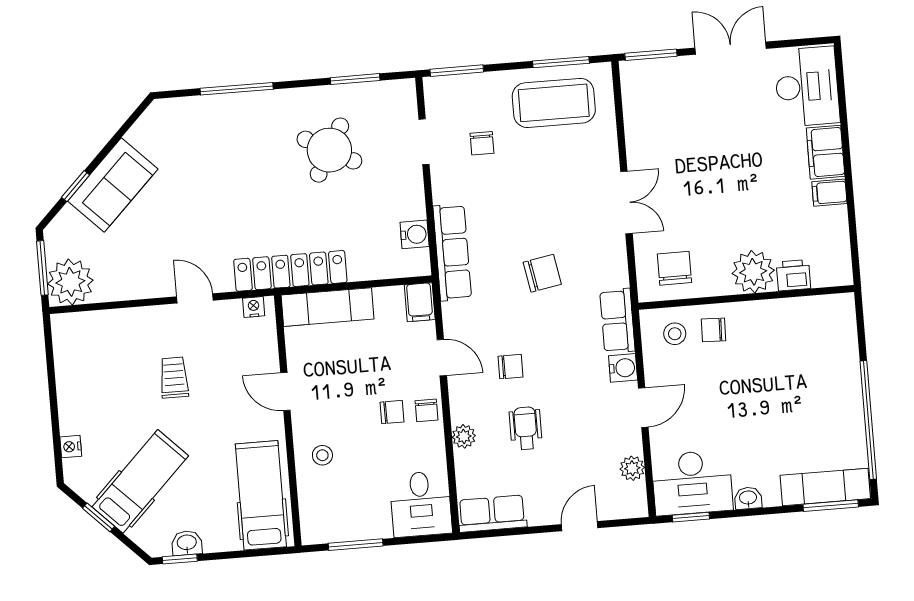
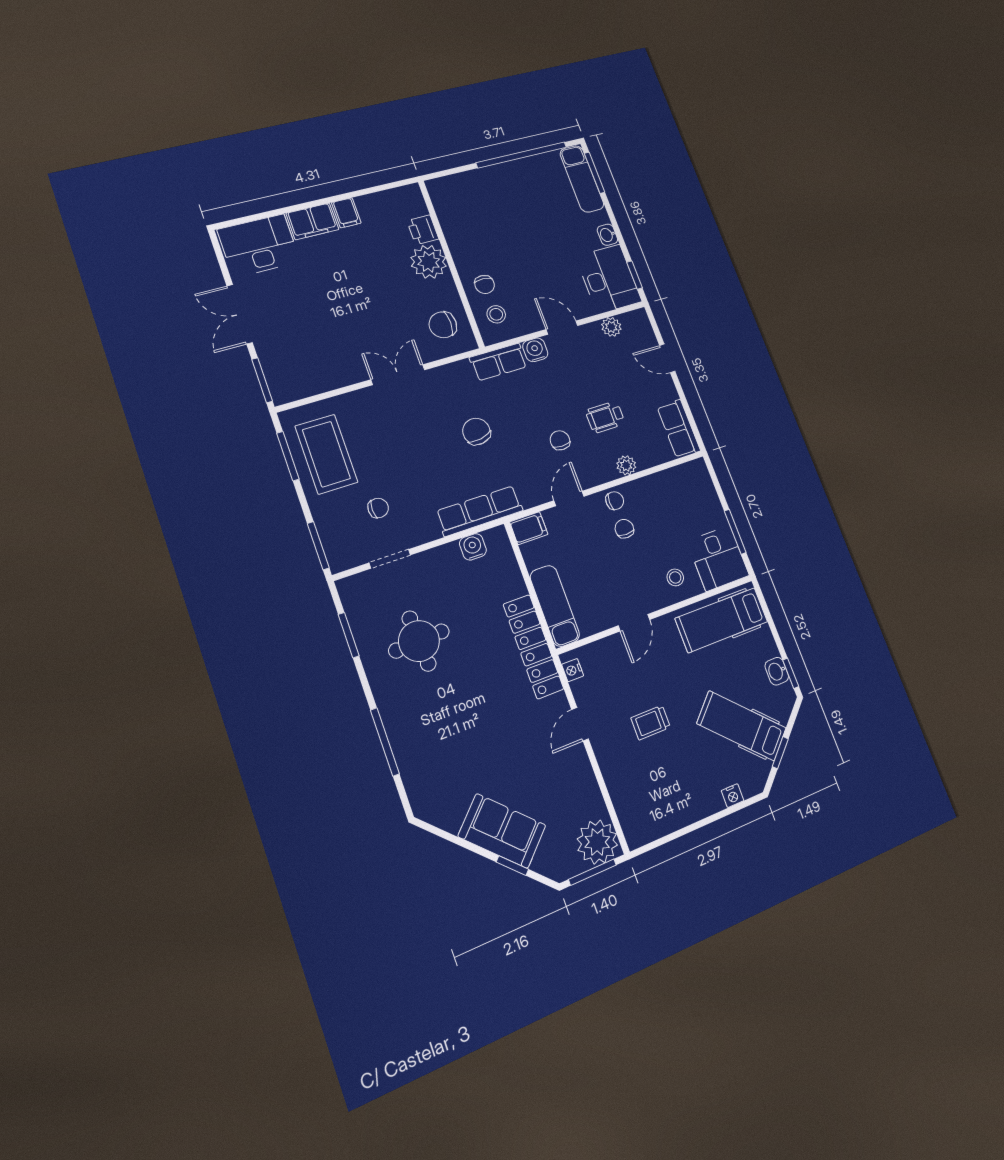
round table: (329, 150) -> (419, 641), turned -32
desk: (421, 504) -> (718, 558), moved, turned 90

